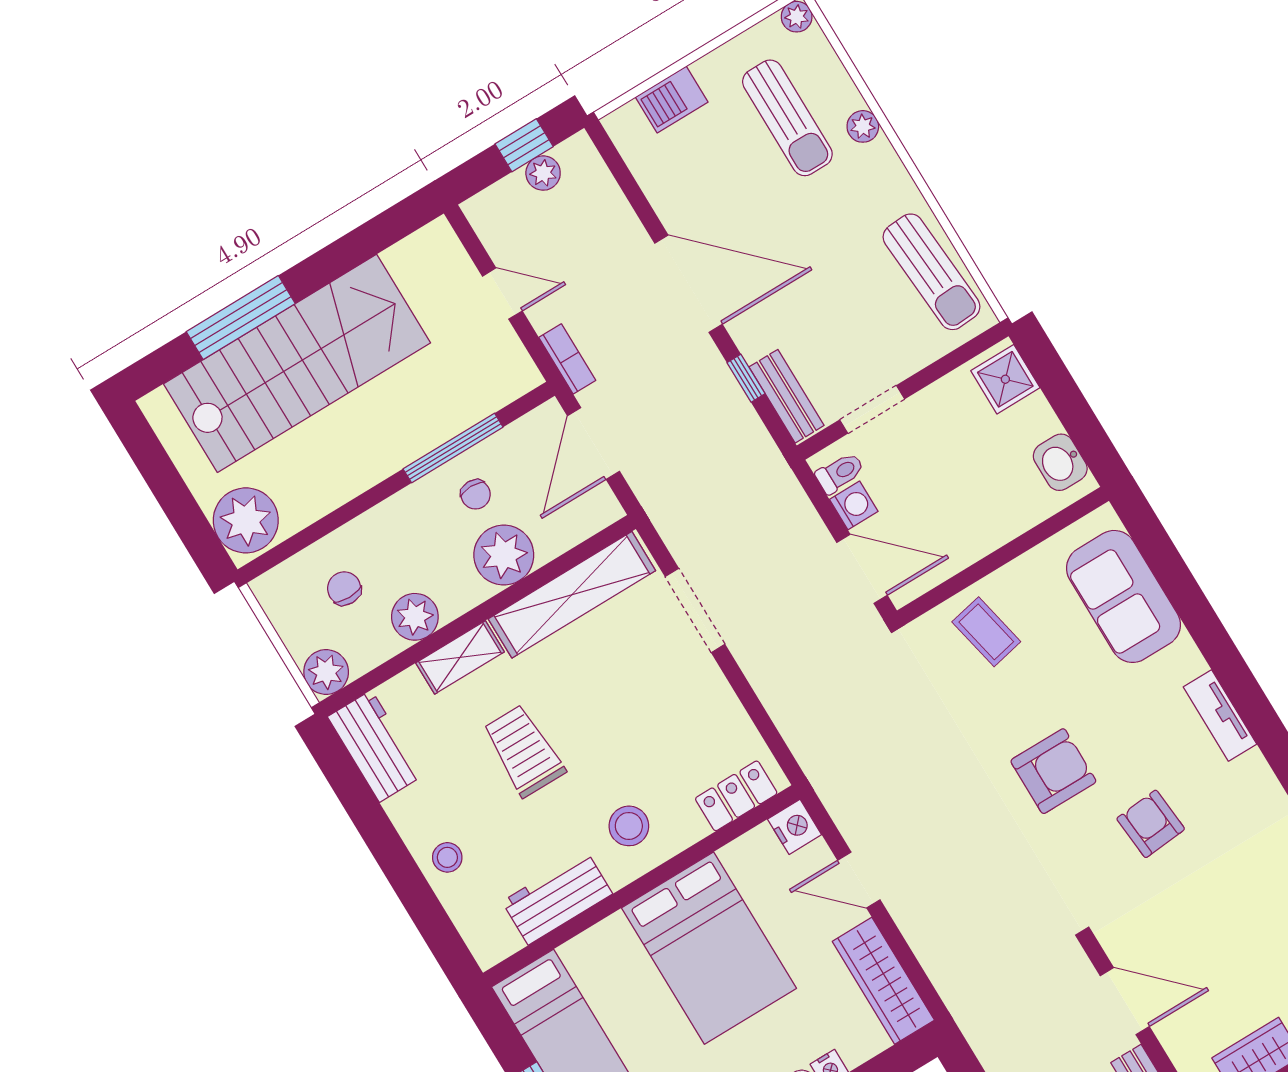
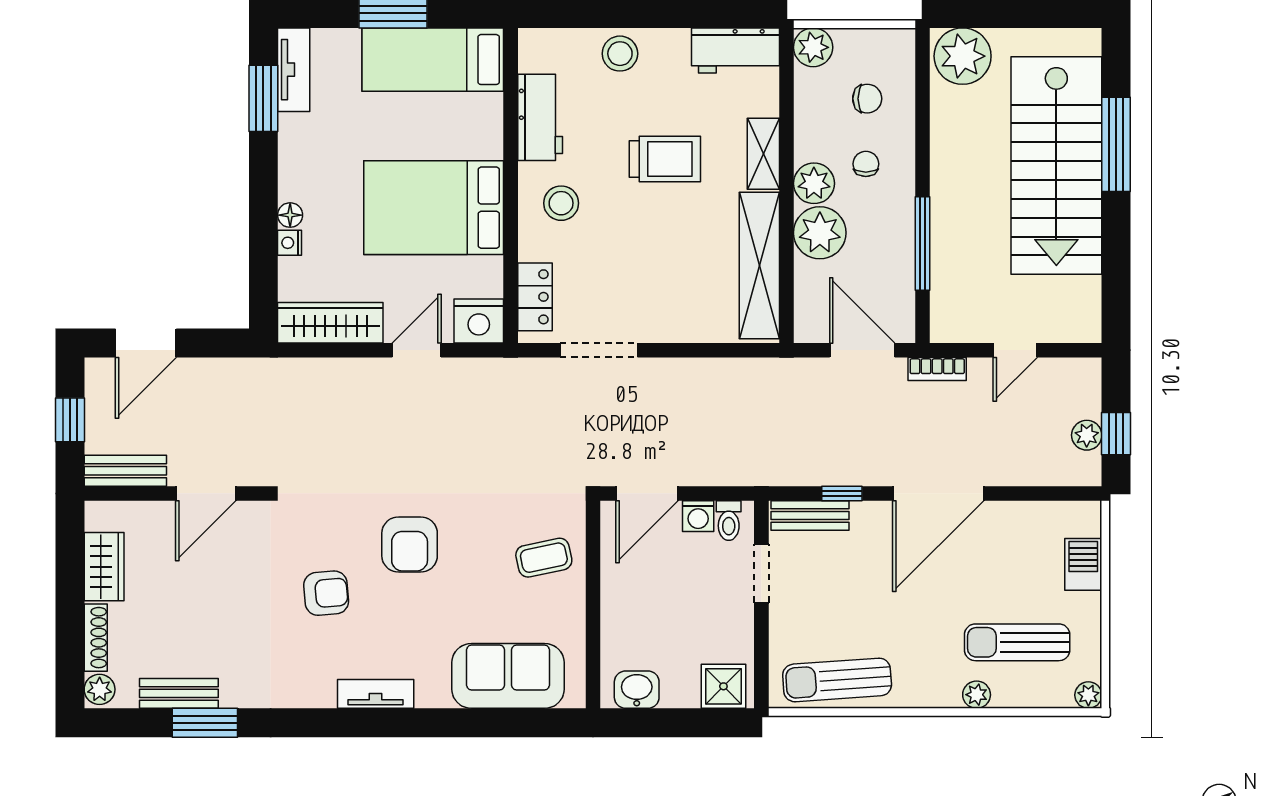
chair: (476, 494) -> (866, 164), moved, turned 90
doorway: (695, 610) -> (599, 350), moved
plant: (415, 617) -> (814, 183), moved
nightstand: (795, 827) -> (479, 321), width x1.36, depth x1.33
stool: (447, 857) -> (620, 54), width x1.37, depth x1.37

